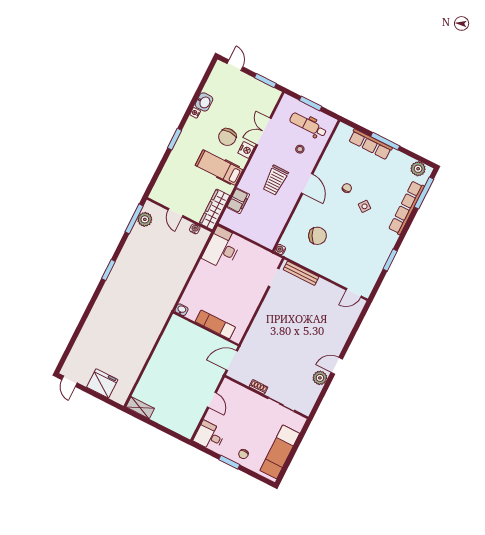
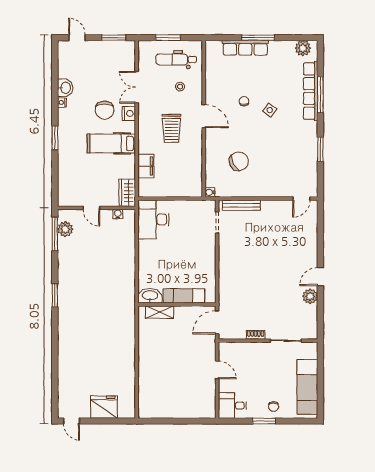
window: (424, 193) -> (320, 95), moved
wardrobe: (214, 209) -> (127, 193), width x0.67
washbasin: (182, 310) -> (150, 296), width x1.91, depth x1.45
shelving: (140, 408) -> (159, 312), moved

